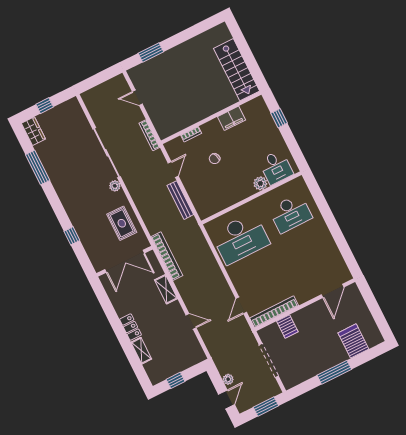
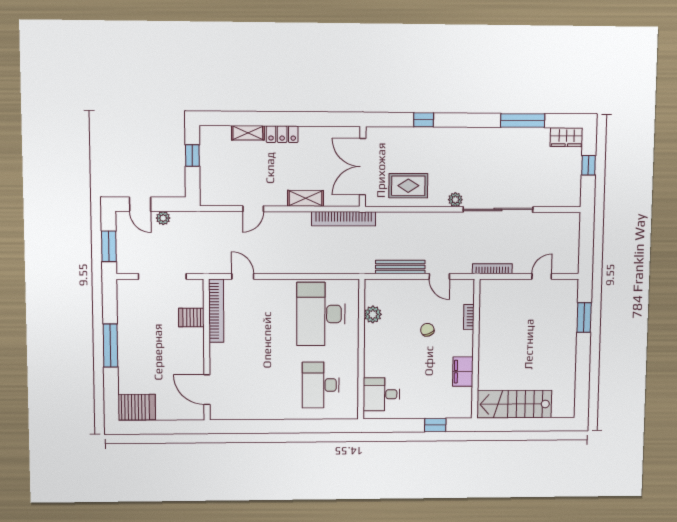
plant: (260, 183) -> (373, 314), moved
server rack: (353, 341) -> (137, 407), moved

